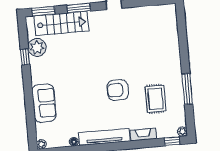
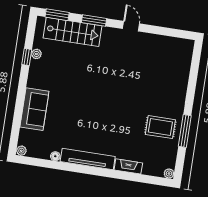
plant: (37, 47) -> (36, 54), width x0.53, depth x0.53
armchair: (118, 90) -> (113, 114), removed
rug: (155, 99) -> (160, 127), moved, turned 90
window: (172, 141) -> (156, 181), removed

